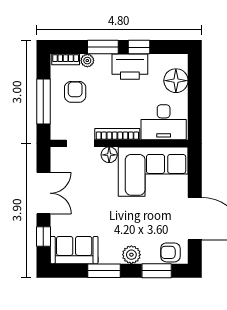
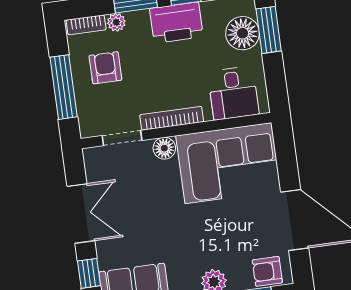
window: (195, 81) -> (269, 30), added
desk: (164, 122) -> (233, 93), width x0.73

